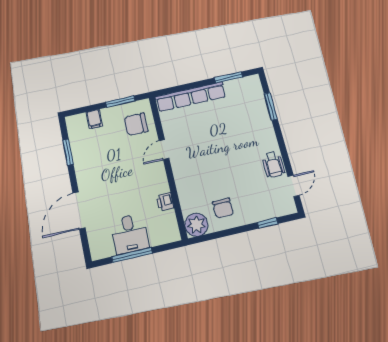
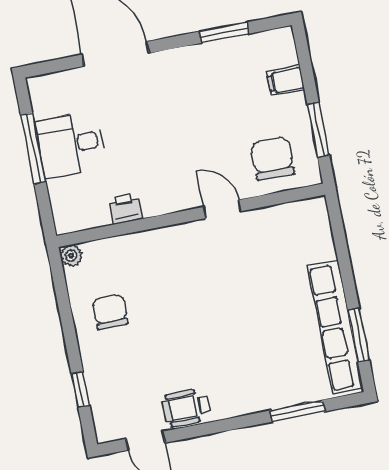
row of seats: (191, 97) -> (335, 327), moved
chair: (223, 208) -> (110, 312), turned 90
plant: (196, 225) -> (71, 256), width x0.53, depth x0.53

